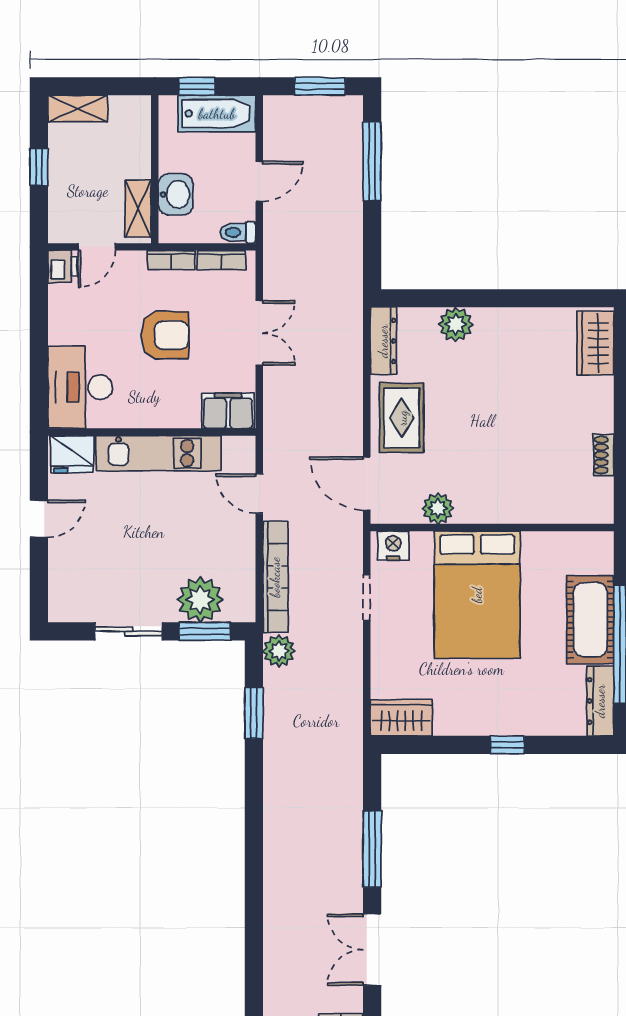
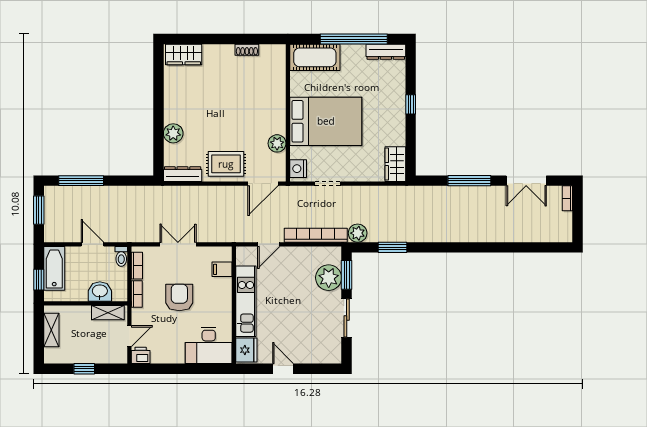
shelving: (78, 109) -> (51, 330), moved
door: (97, 247) -> (129, 336), hinge flipped
filing cabinet: (228, 411) -> (222, 269), width x0.50
cot: (590, 620) -> (315, 57), moved

